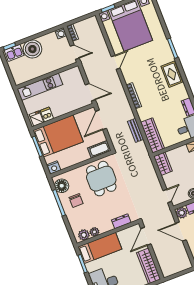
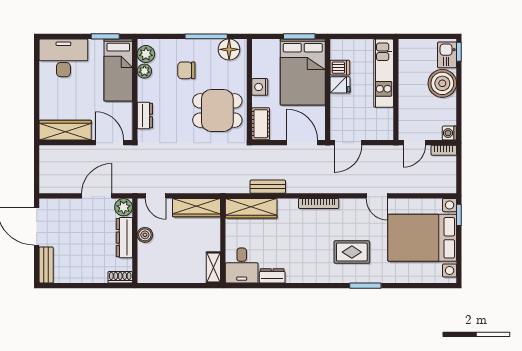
rug: (172, 74) -> (352, 252), moved
fridge: (36, 118) -> (340, 85), moved
wardrobe: (163, 164) -> (196, 208), width x1.50
nightstand: (54, 167) -> (260, 87), moved
chair: (76, 201) -> (186, 70), moved

